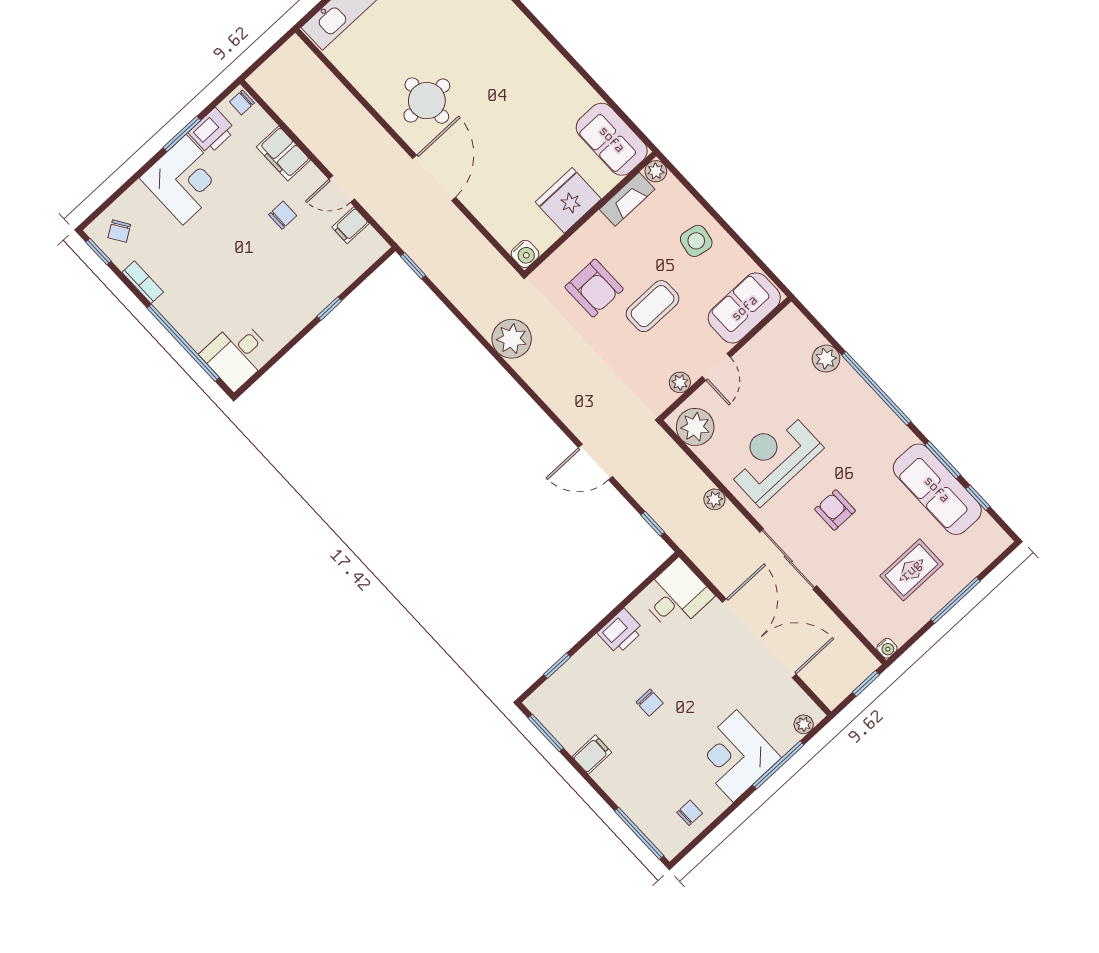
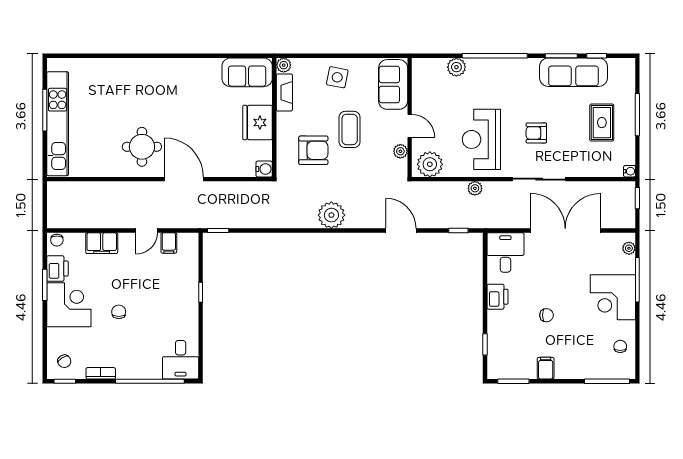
chair: (283, 215) -> (119, 312), moved
plant: (512, 339) -> (331, 215), moved
door: (595, 462) -> (401, 230), swing flipped

